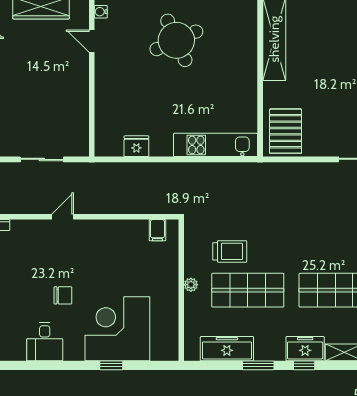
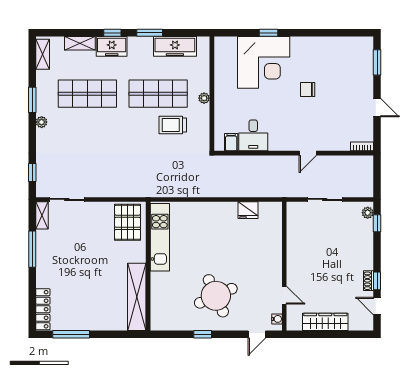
kitchen unit: (216, 145) -> (160, 237), moved, turned -90
desk: (45, 342) -> (253, 135), moved, turned 180

